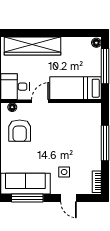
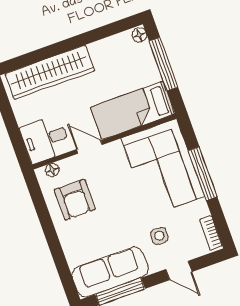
door: (40, 101) -> (89, 147), hinge flipped
corner sofa: (81, 130) -> (163, 167), added

